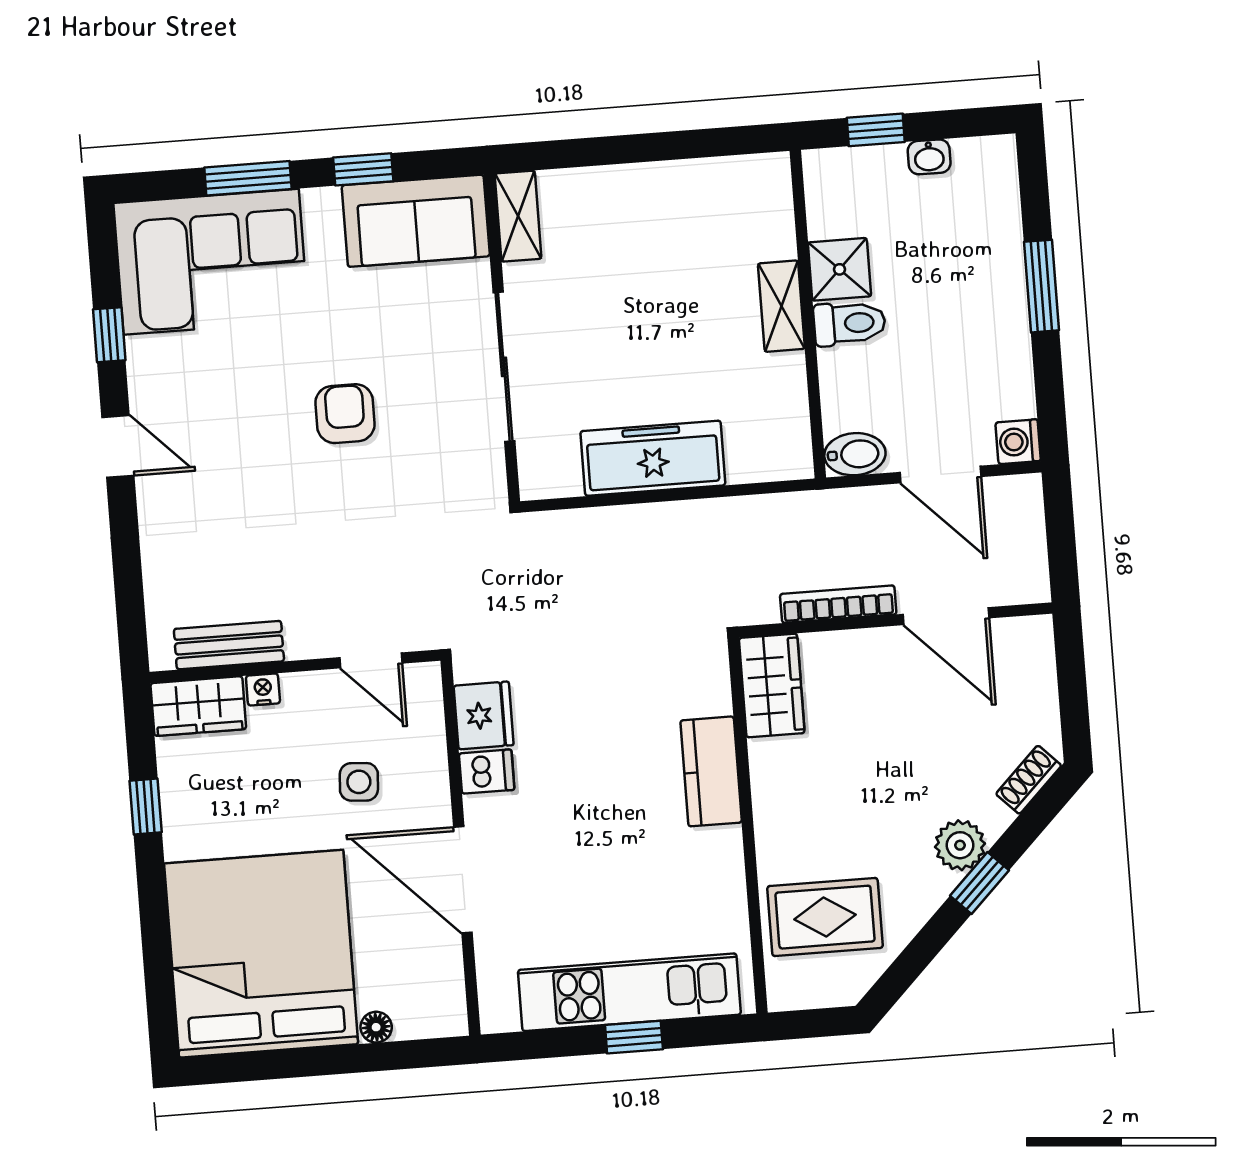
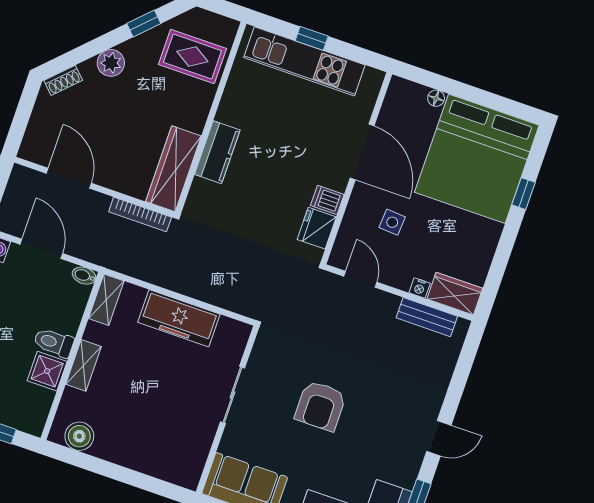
boiler: (736, 182) -> (79, 436), added
shelving: (518, 216) -> (106, 300), moved
sliding door: (504, 367) -> (233, 395), width x0.73
armchair: (345, 414) -> (320, 406), width x1.38, depth x1.38
door: (118, 446) -> (439, 438), swing flipped
bidet: (855, 454) -> (84, 276), width x0.72, depth x0.74
bookcase: (838, 604) -> (140, 214), moved
wardrobe: (772, 685) -> (174, 169), width x1.50
window: (146, 806) -> (524, 194), moved
window: (980, 883) -> (144, 23), moved

